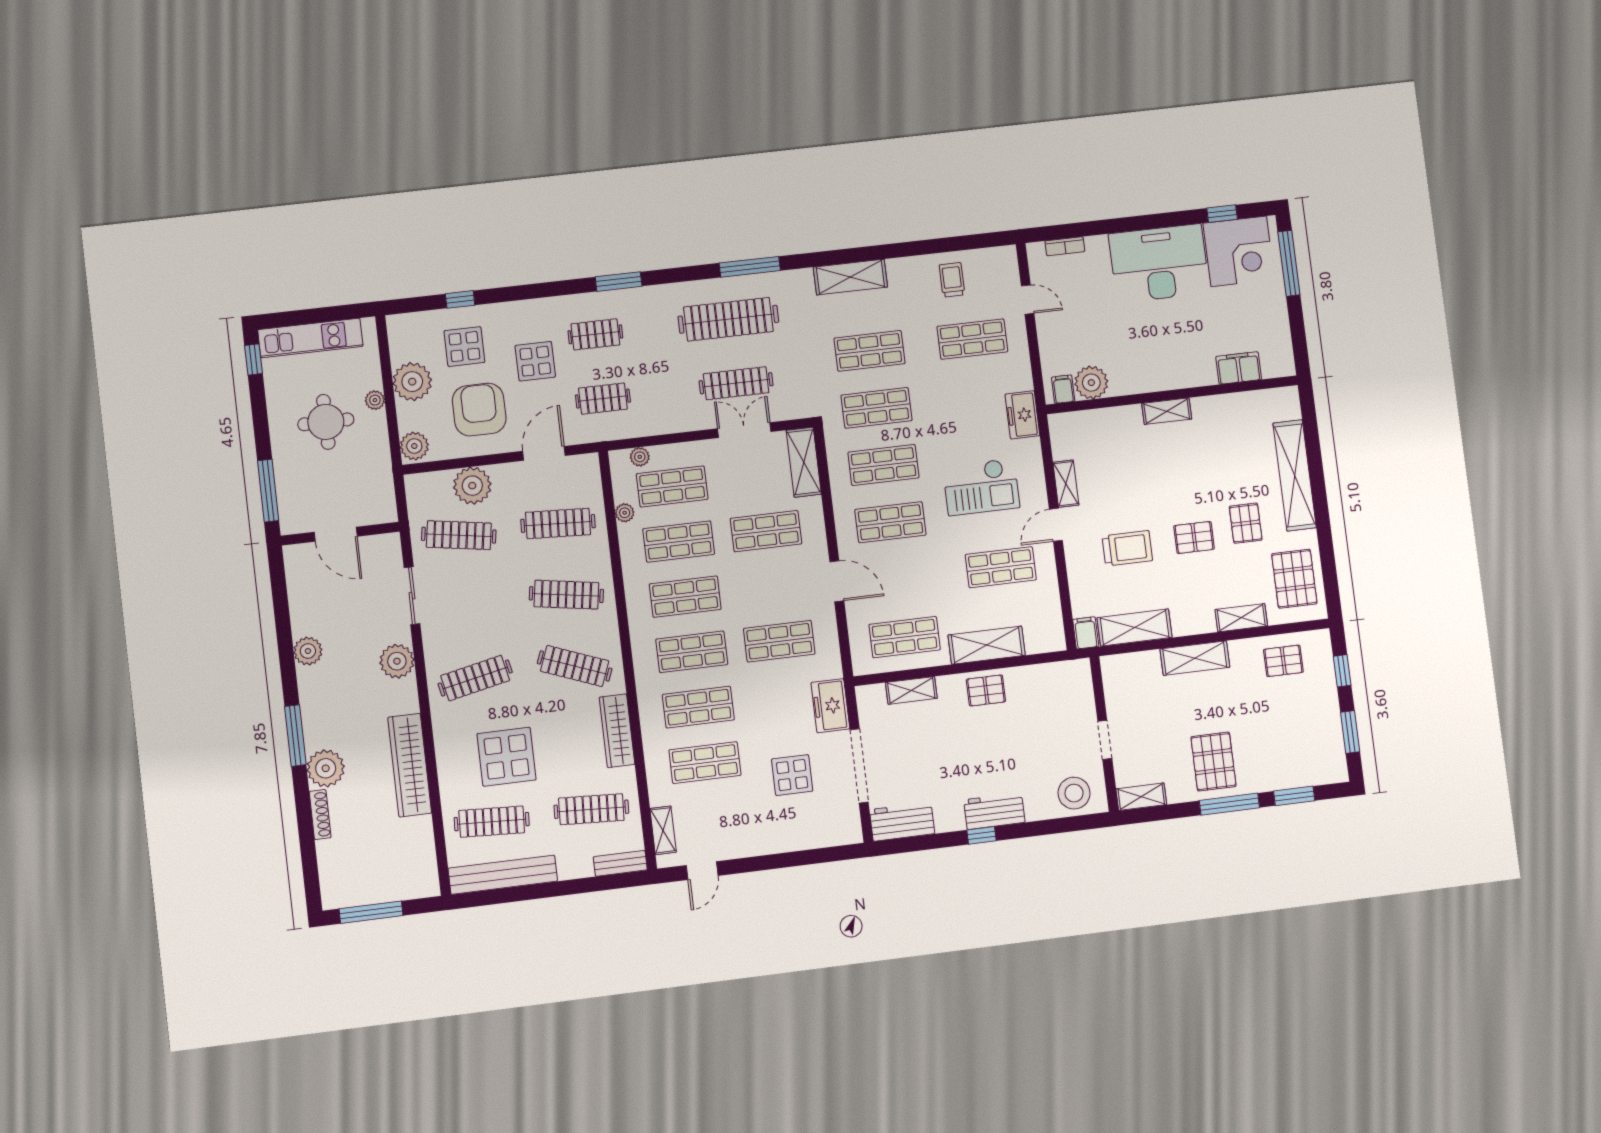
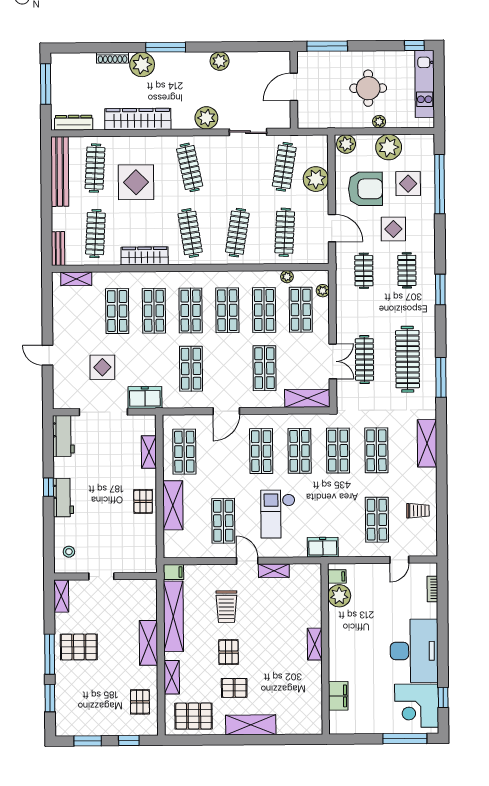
window: (460, 299) -> (440, 184), width x3.17
shelving: (1295, 475) -> (251, 725), width x0.68
shelving: (1135, 628) -> (173, 616), width x1.47
clothes rail: (575, 666) -> (190, 233), turned -30
stool: (1074, 793) -> (69, 552), width x0.53, depth x0.53
dresser: (426, 862) -> (74, 123), added
door: (702, 871) -> (47, 355), moved

